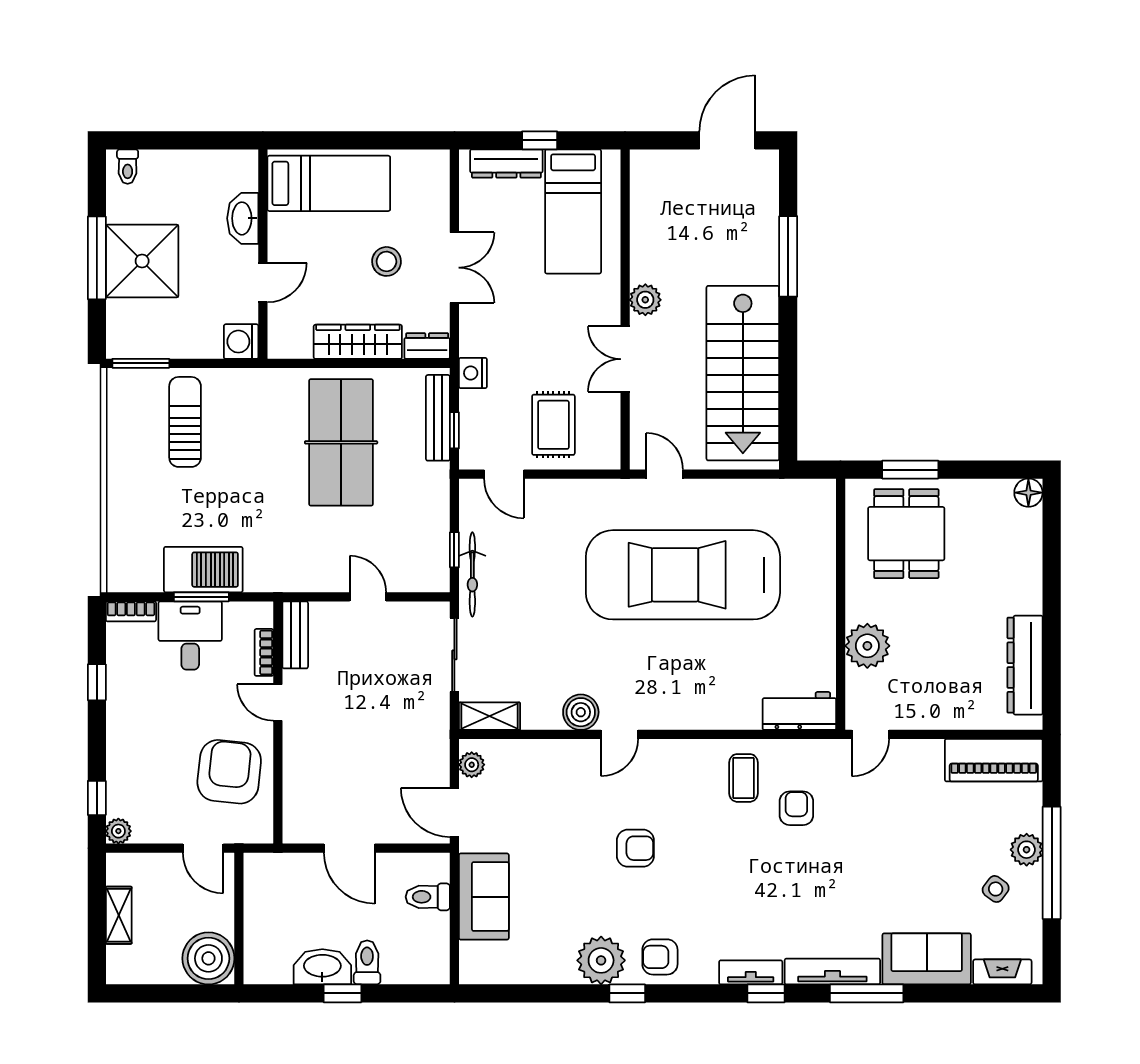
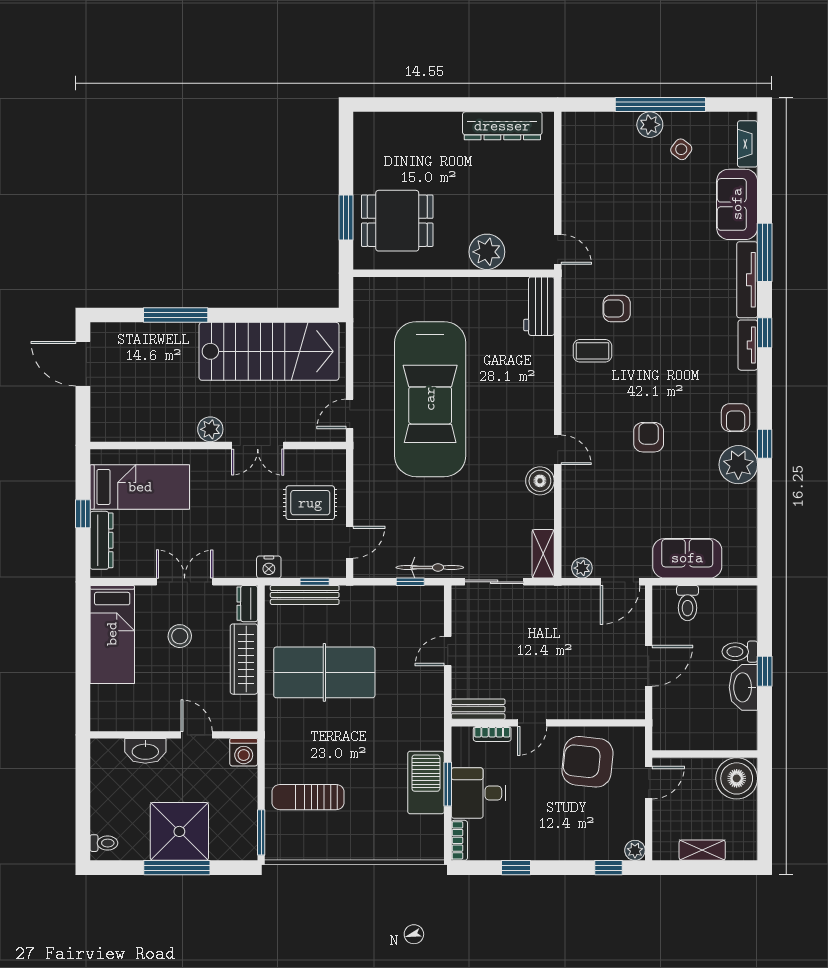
bed: (329, 183) -> (112, 634), moved, turned 180
floor lamp: (1028, 493) -> (365, 123), removed
piano: (994, 760) -> (578, 151), removed

